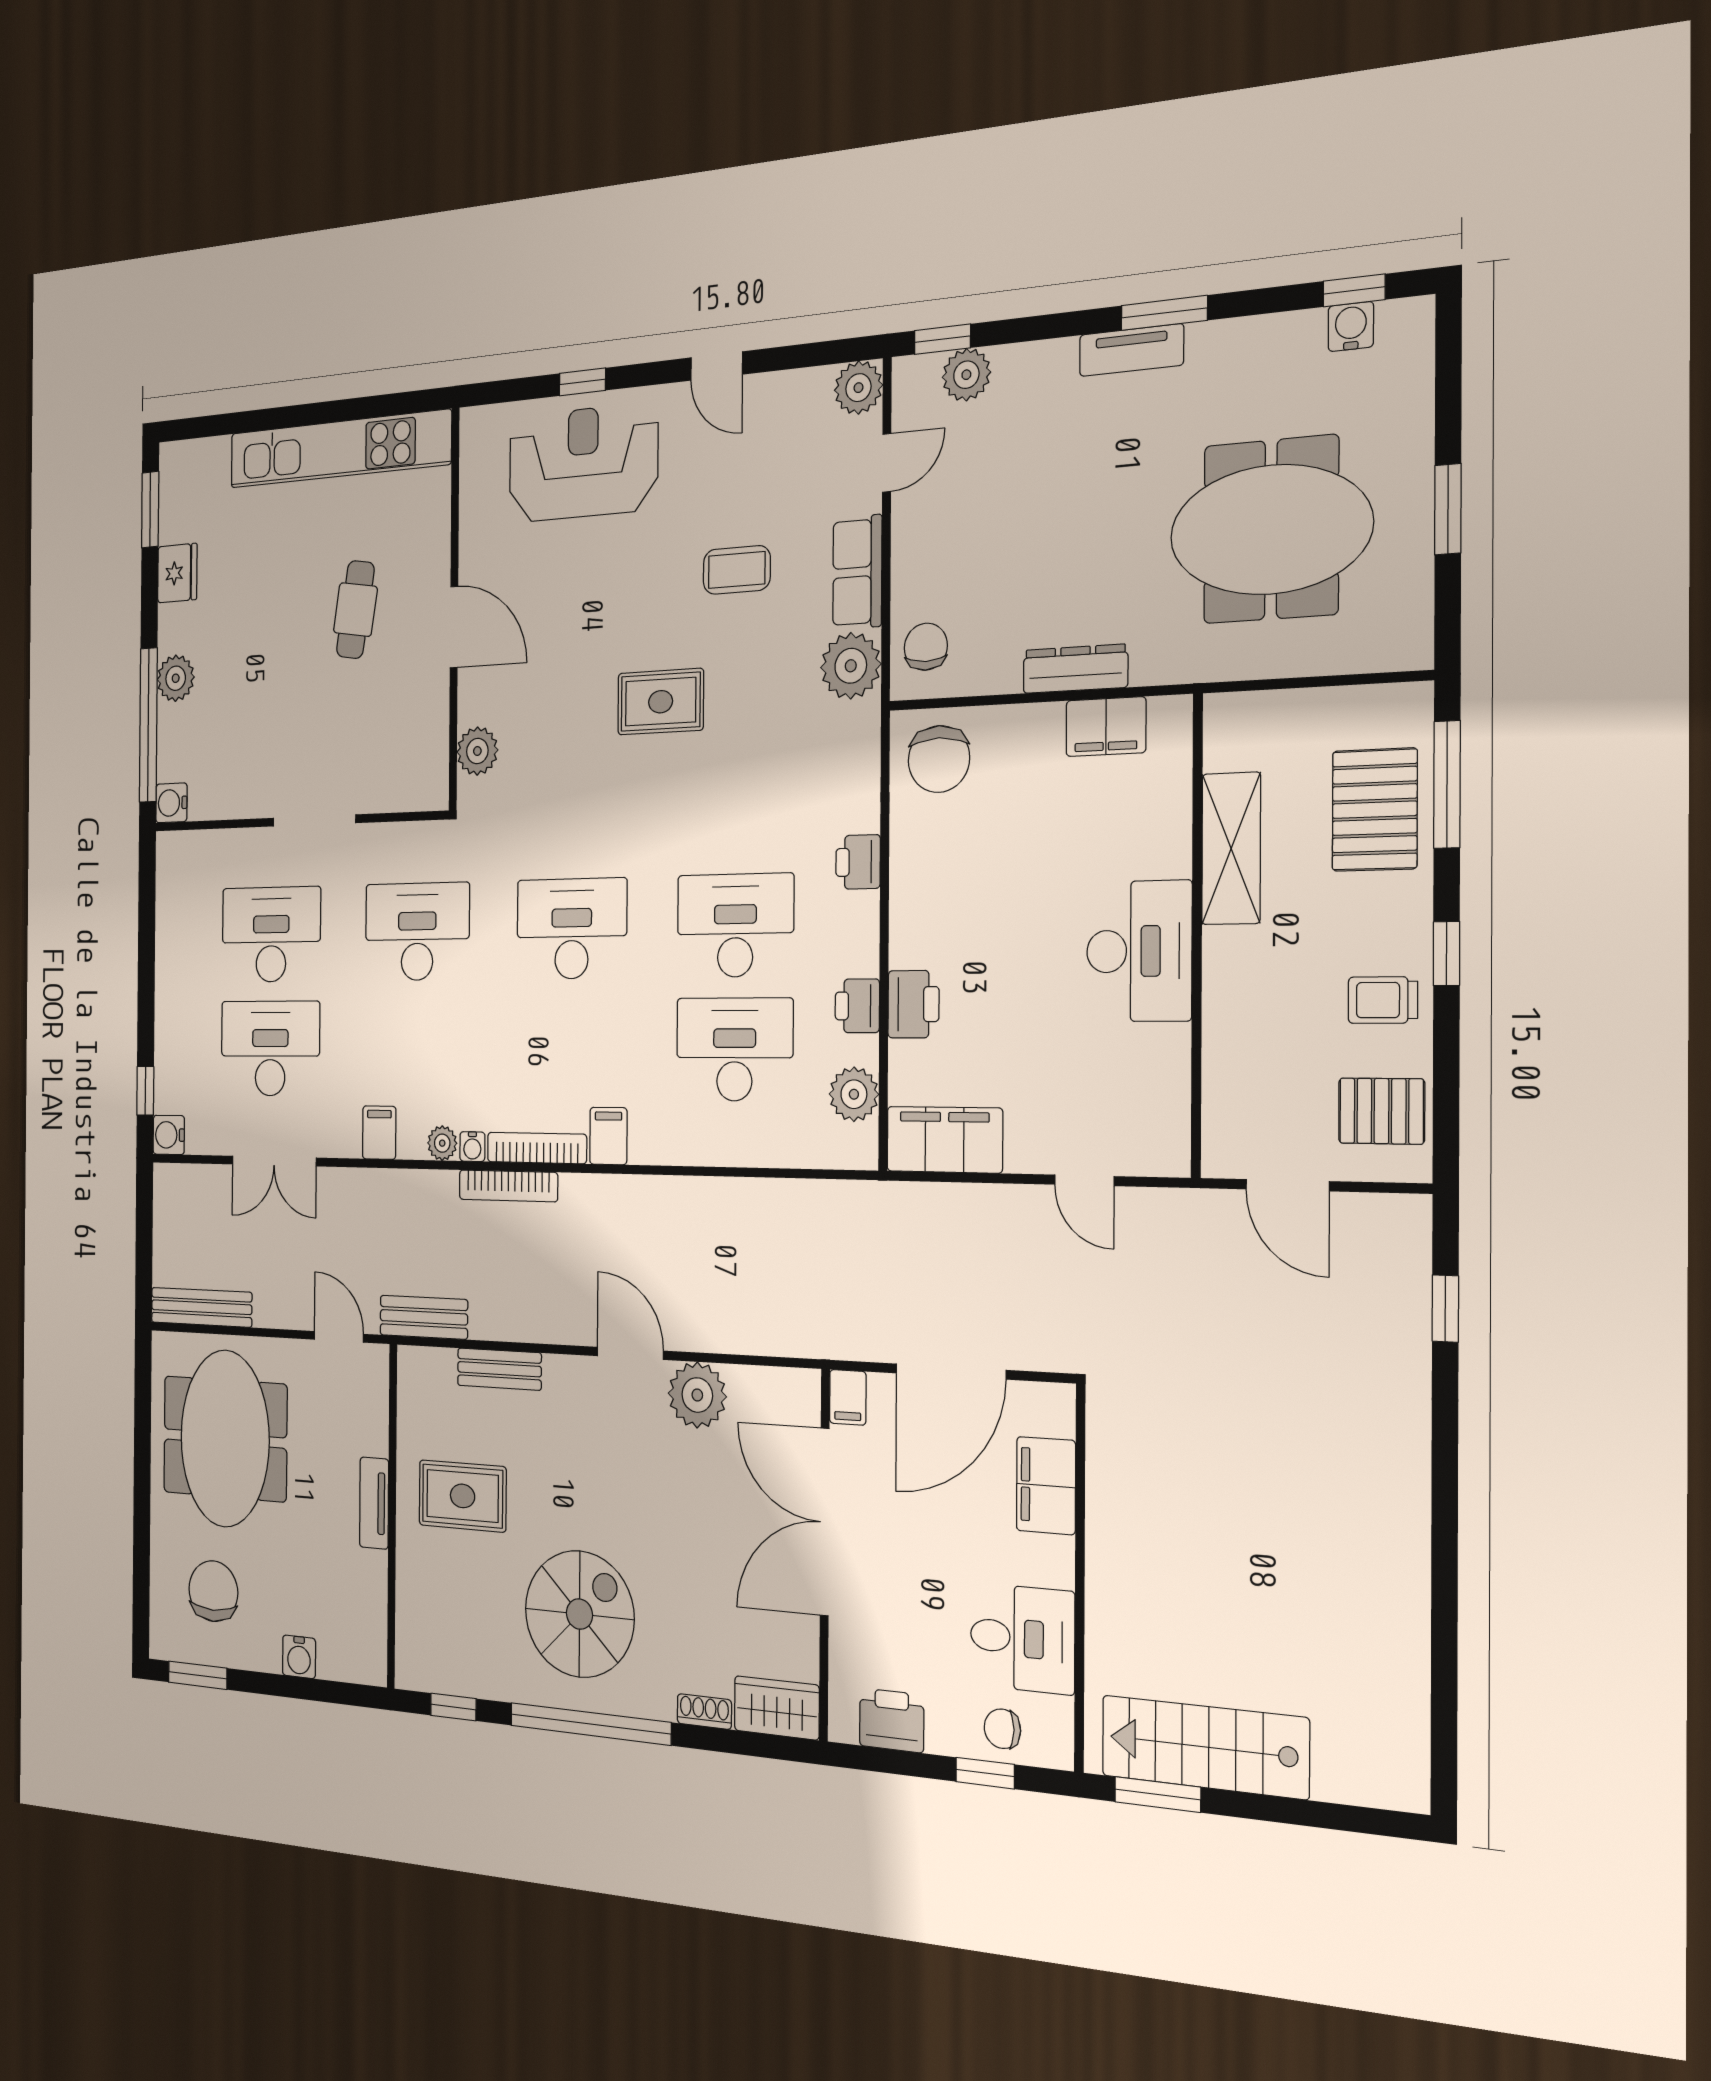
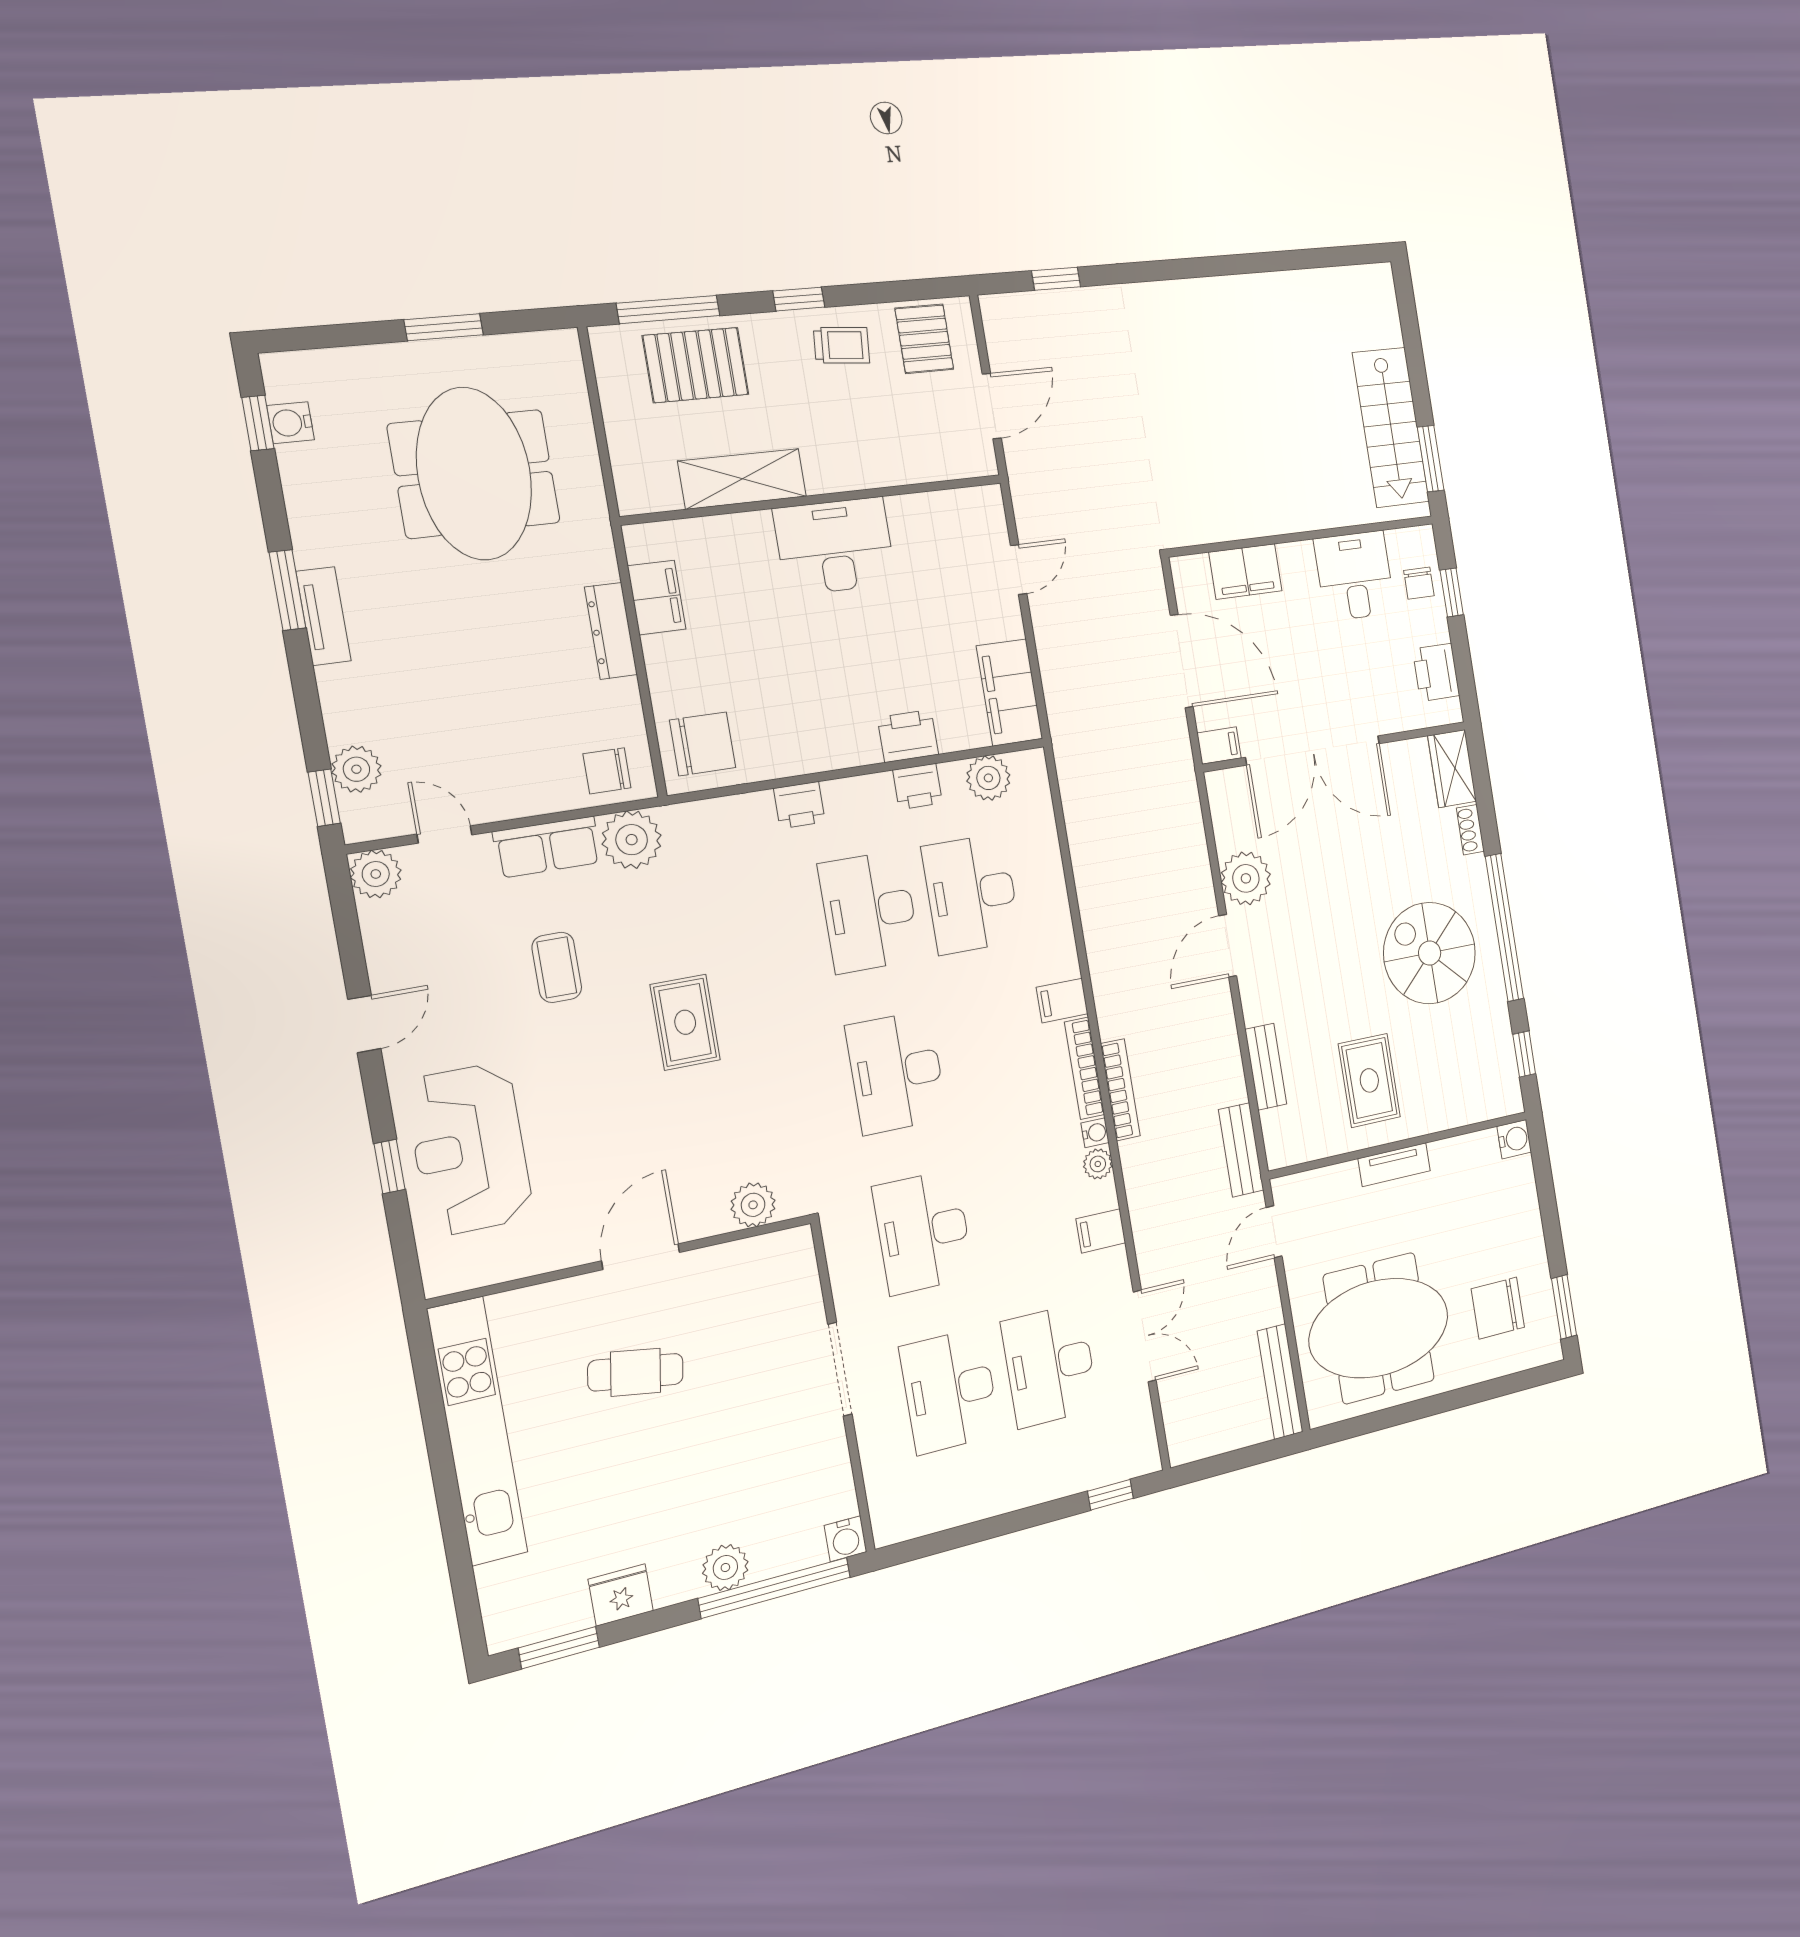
trolley: (1383, 1000) -> (842, 345), turned -85
water cooler: (169, 1135) -> (1144, 1457), removed
water cooler: (299, 1657) -> (1514, 1139), moved

